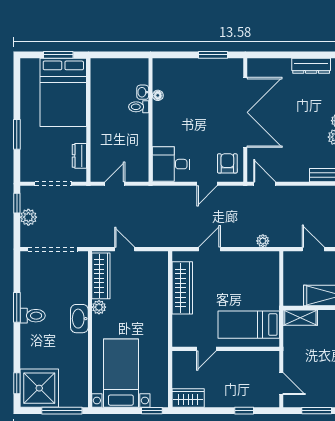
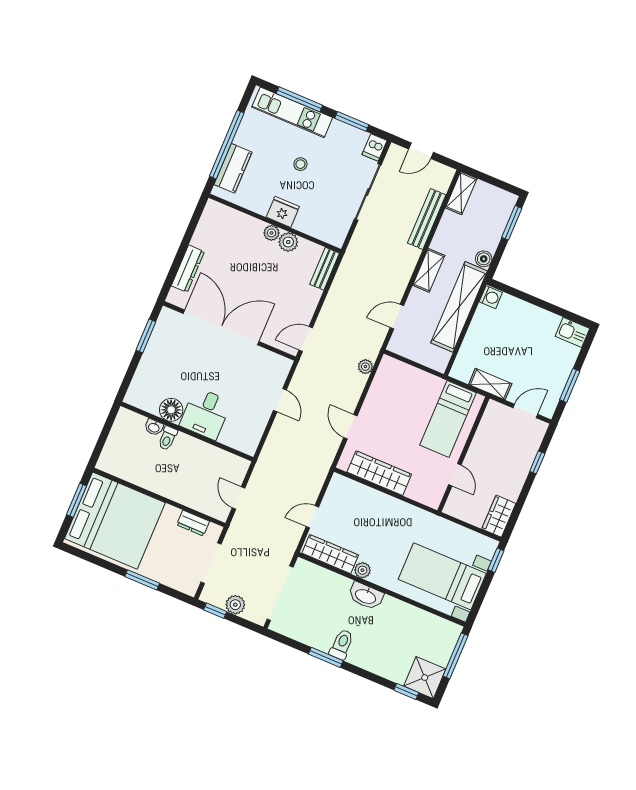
dresser: (311, 66) -> (188, 269), moved
bed: (63, 92) -> (115, 521), width x1.36
floor lamp: (158, 95) -> (171, 410), width x1.89, depth x1.89
armchair: (227, 163) -> (267, 369), removed
desk: (171, 164) -> (206, 414), moved
shelving: (300, 318) -> (490, 384), moved, turned 90
shower: (39, 388) -> (425, 678), width x0.73, depth x0.73

